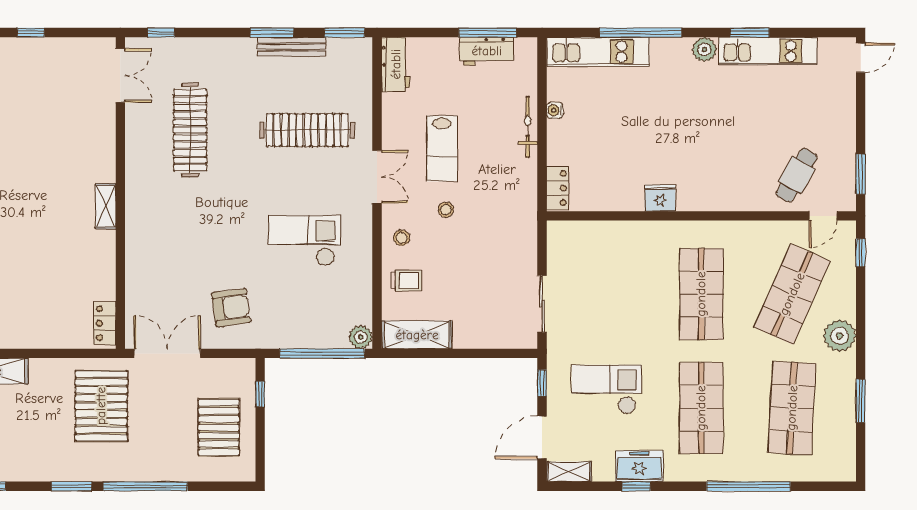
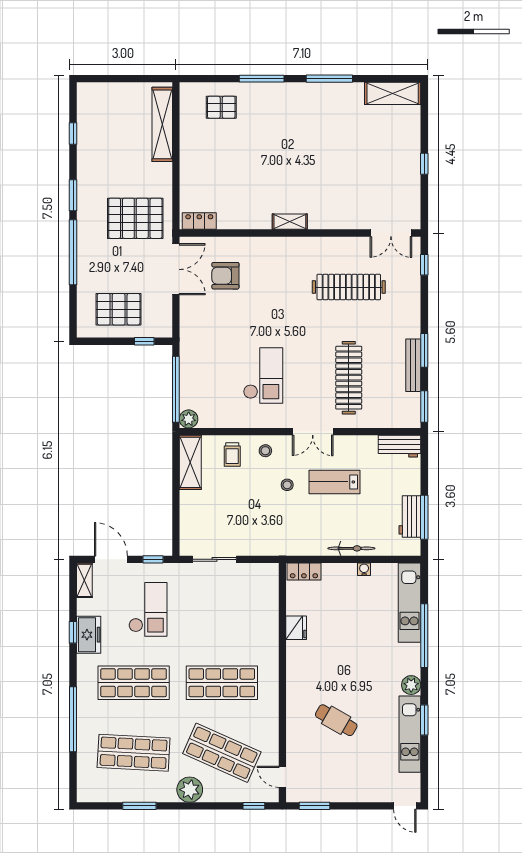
cafe table: (797, 175) -> (336, 720), moved
fridge: (660, 198) -> (296, 628), moved
armchair: (231, 308) -> (225, 276), moved, turned 98

